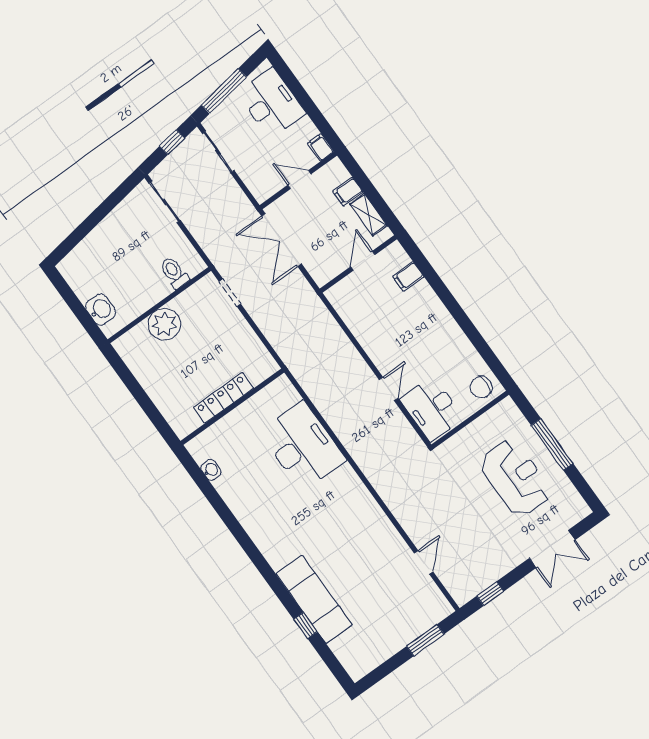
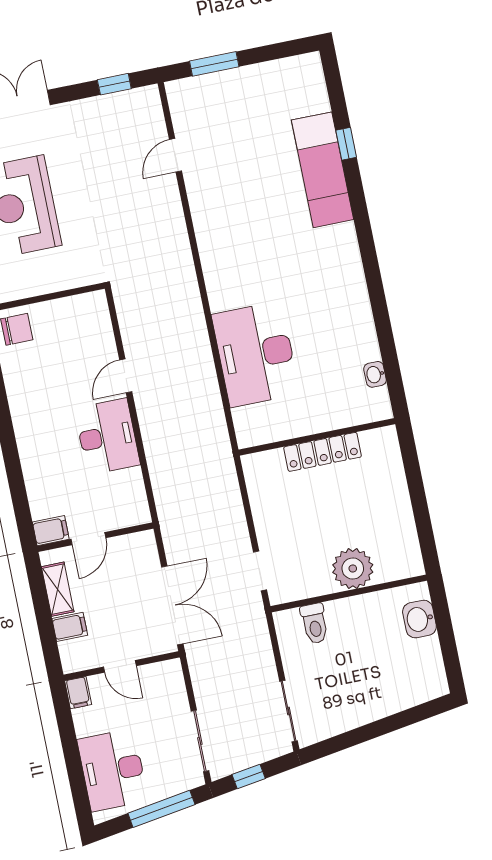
filing cabinet: (408, 276) -> (51, 531), moved
desk: (432, 409) -> (107, 436), moved

